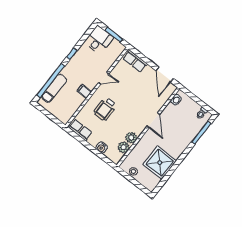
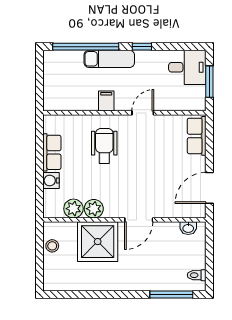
door: (104, 78) -> (143, 113), swing flipped
exam couch: (54, 88) -> (109, 59), moved
wheelchair: (105, 109) -> (104, 146), turned 90
row of seats: (80, 130) -> (52, 152), moved
shower: (160, 163) -> (98, 242), moved

